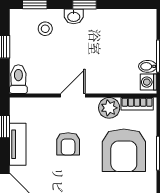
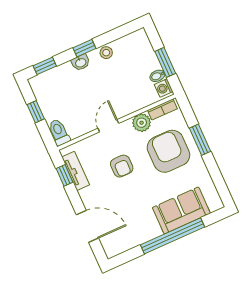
stool: (45, 29) -> (106, 53), moved
tv unit: (18, 144) -> (76, 171), moved
armchair: (124, 150) -> (168, 151), turned 180

